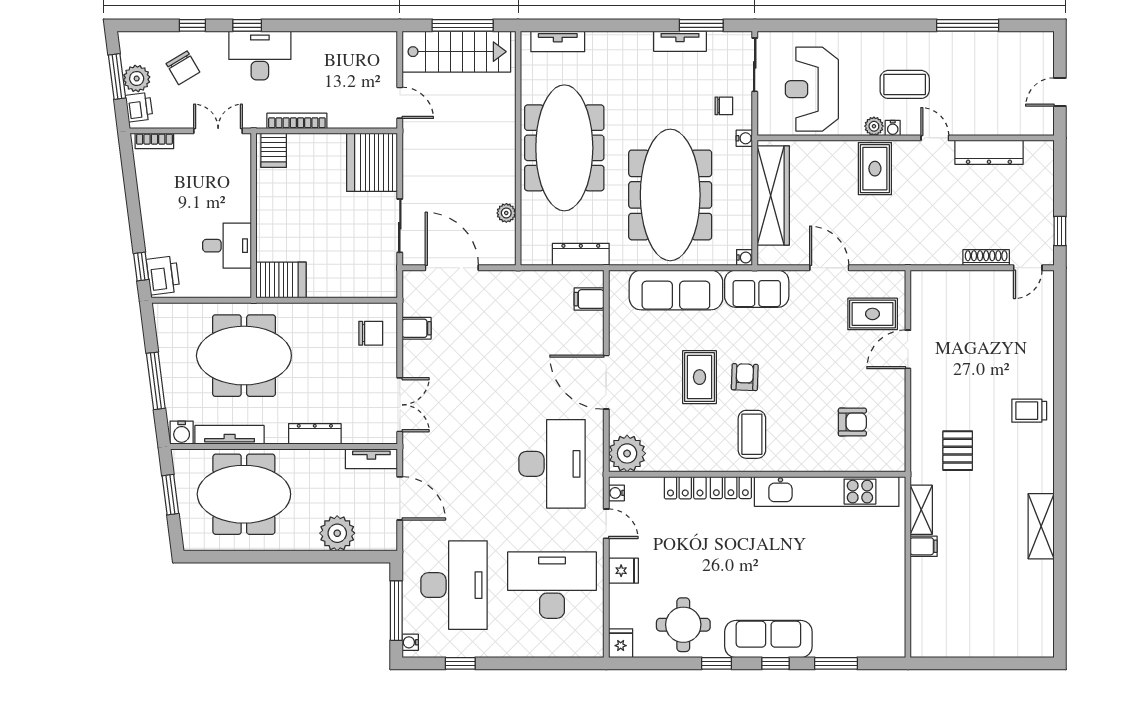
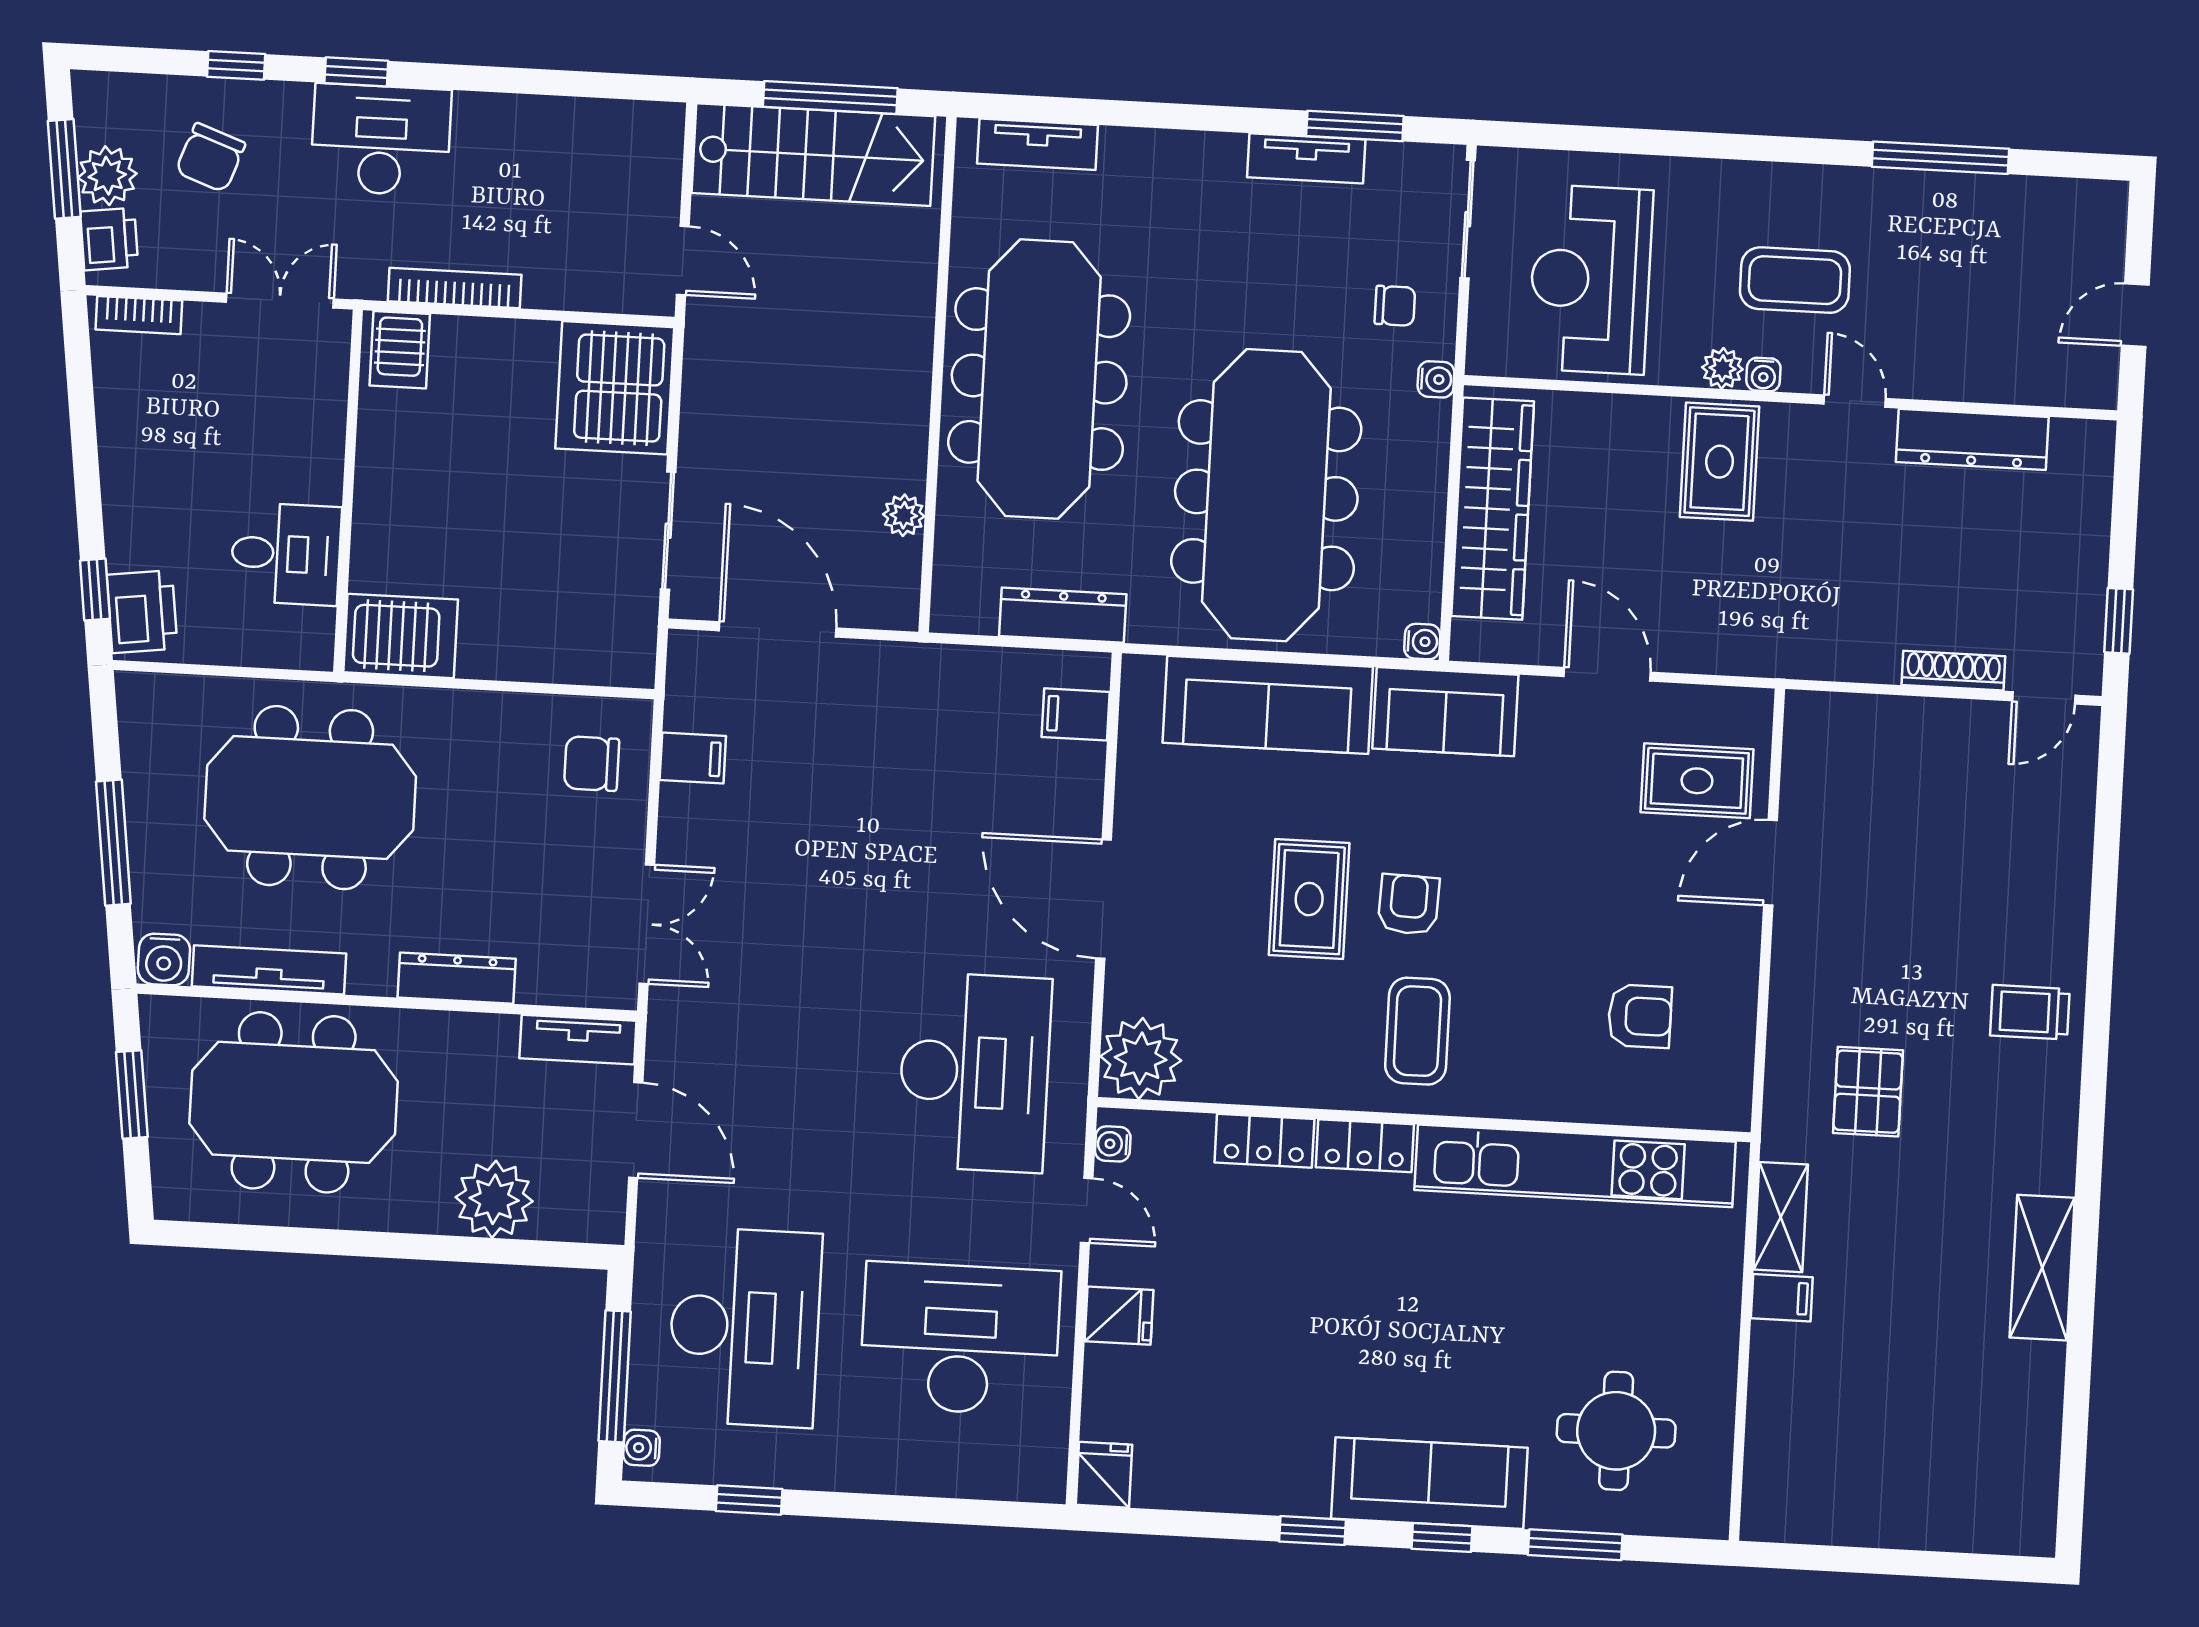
chair: (183, 68) -> (210, 158), turned 51
chair: (371, 333) -> (592, 764), turned 180
round table: (683, 625) -> (1616, 1431), moved

